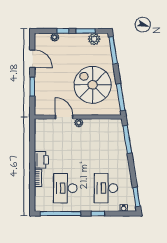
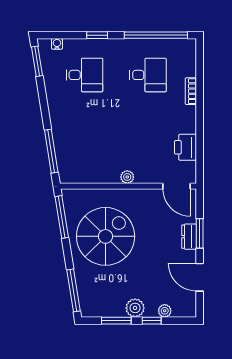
plant: (94, 39) -> (135, 308), moved
dresser: (39, 85) -> (189, 237), added
spiral stairs: (93, 85) -> (106, 236), turned -90
door: (64, 117) -> (177, 186), moved
printer: (41, 160) -> (185, 147), moved
desk: (65, 188) -> (148, 75), width x0.73
desk: (106, 188) -> (84, 75), width x0.73

